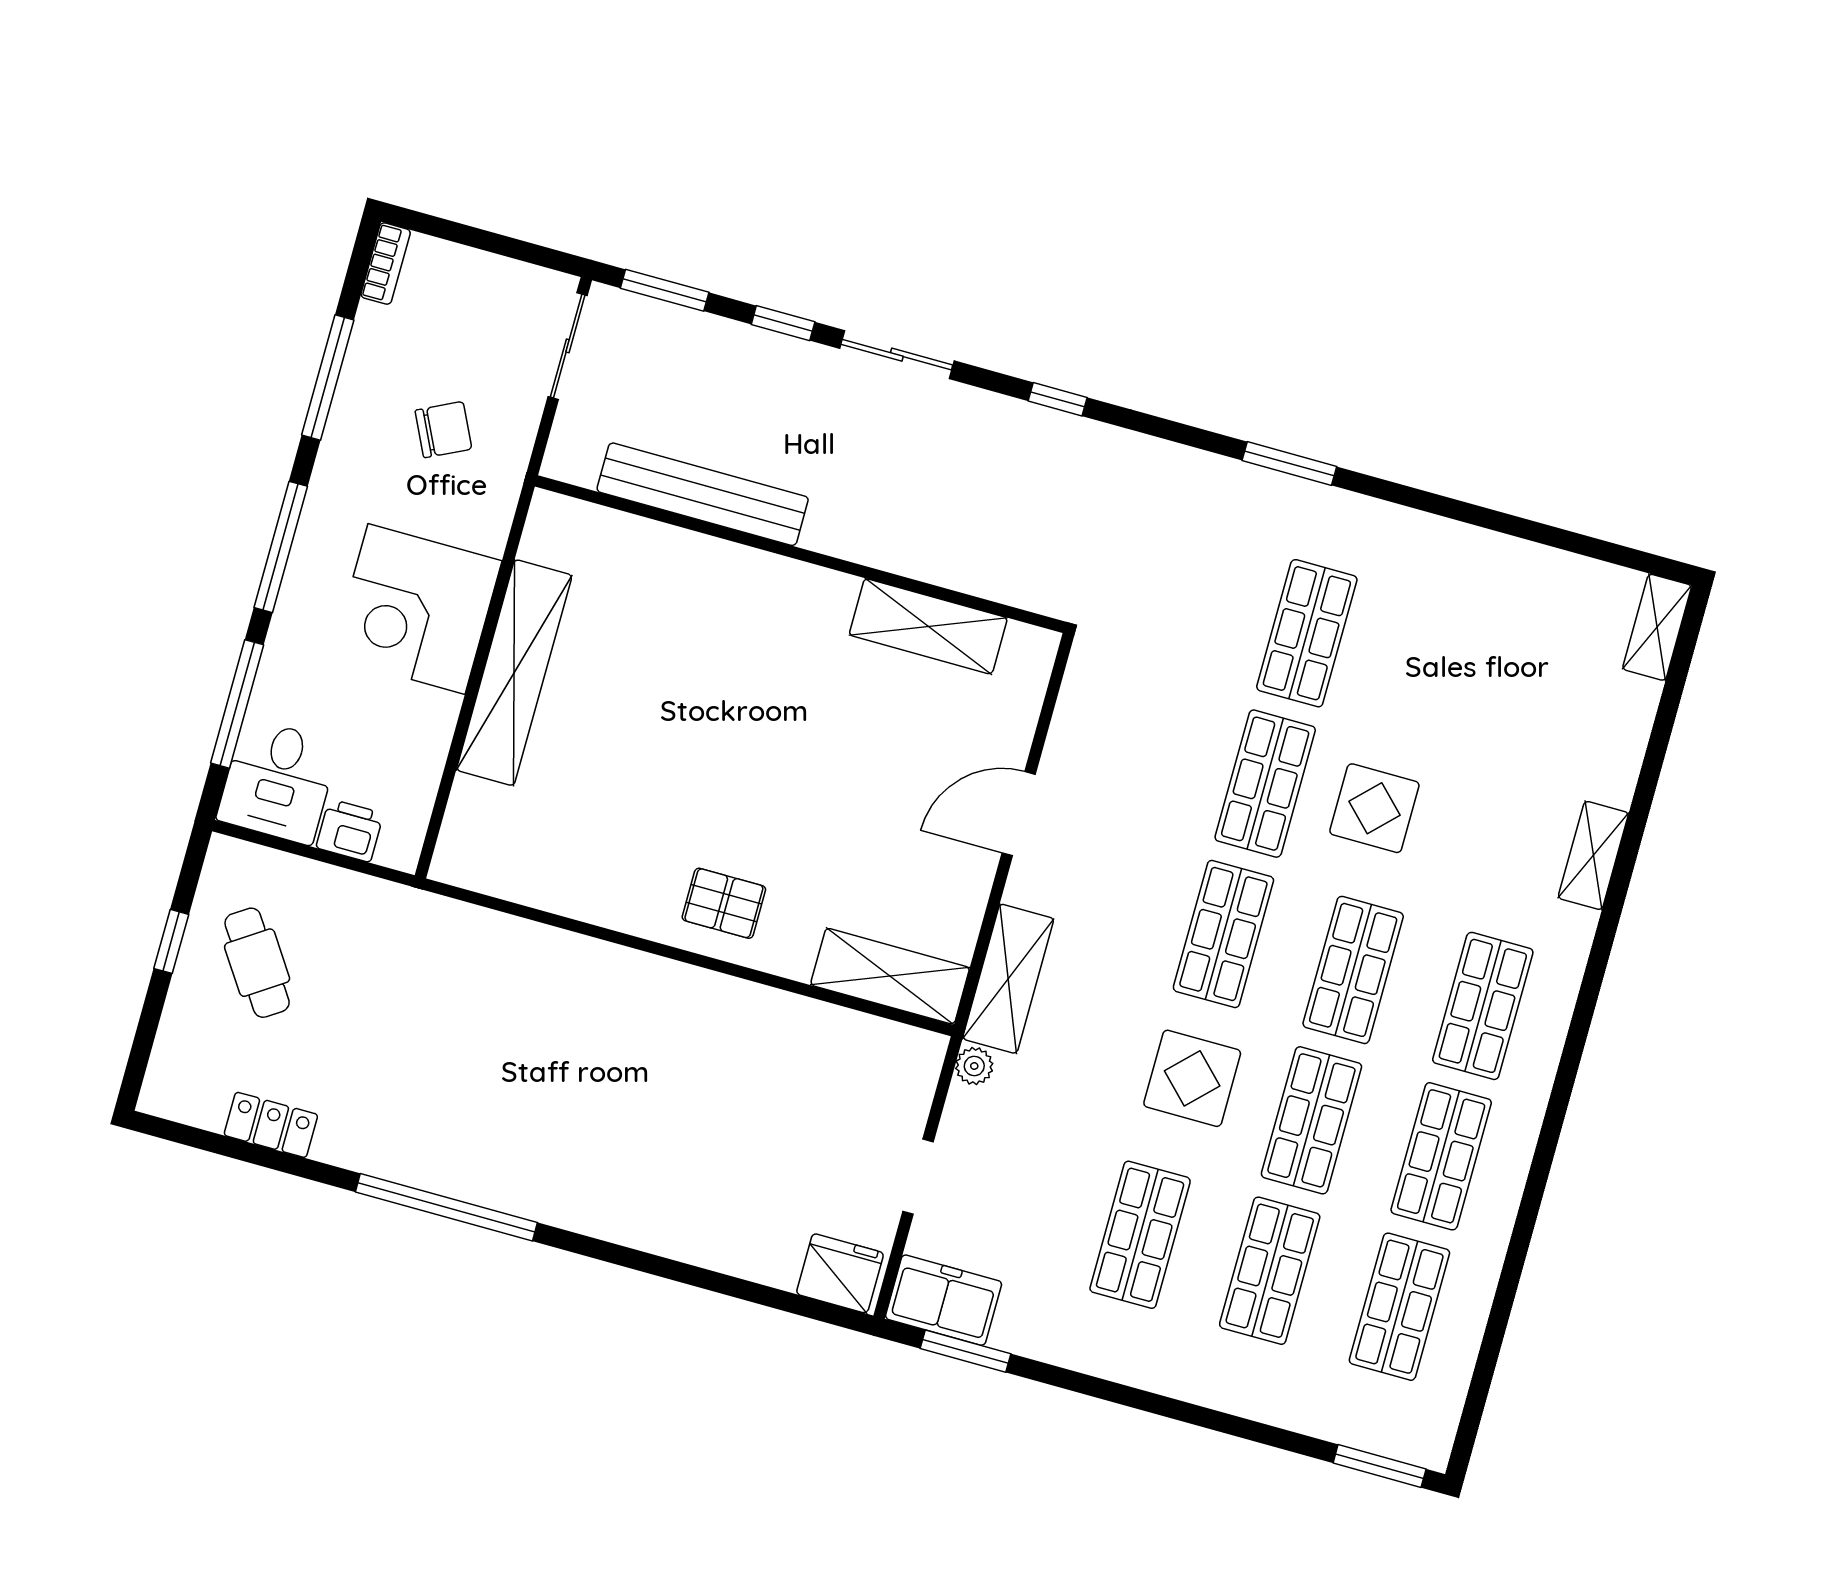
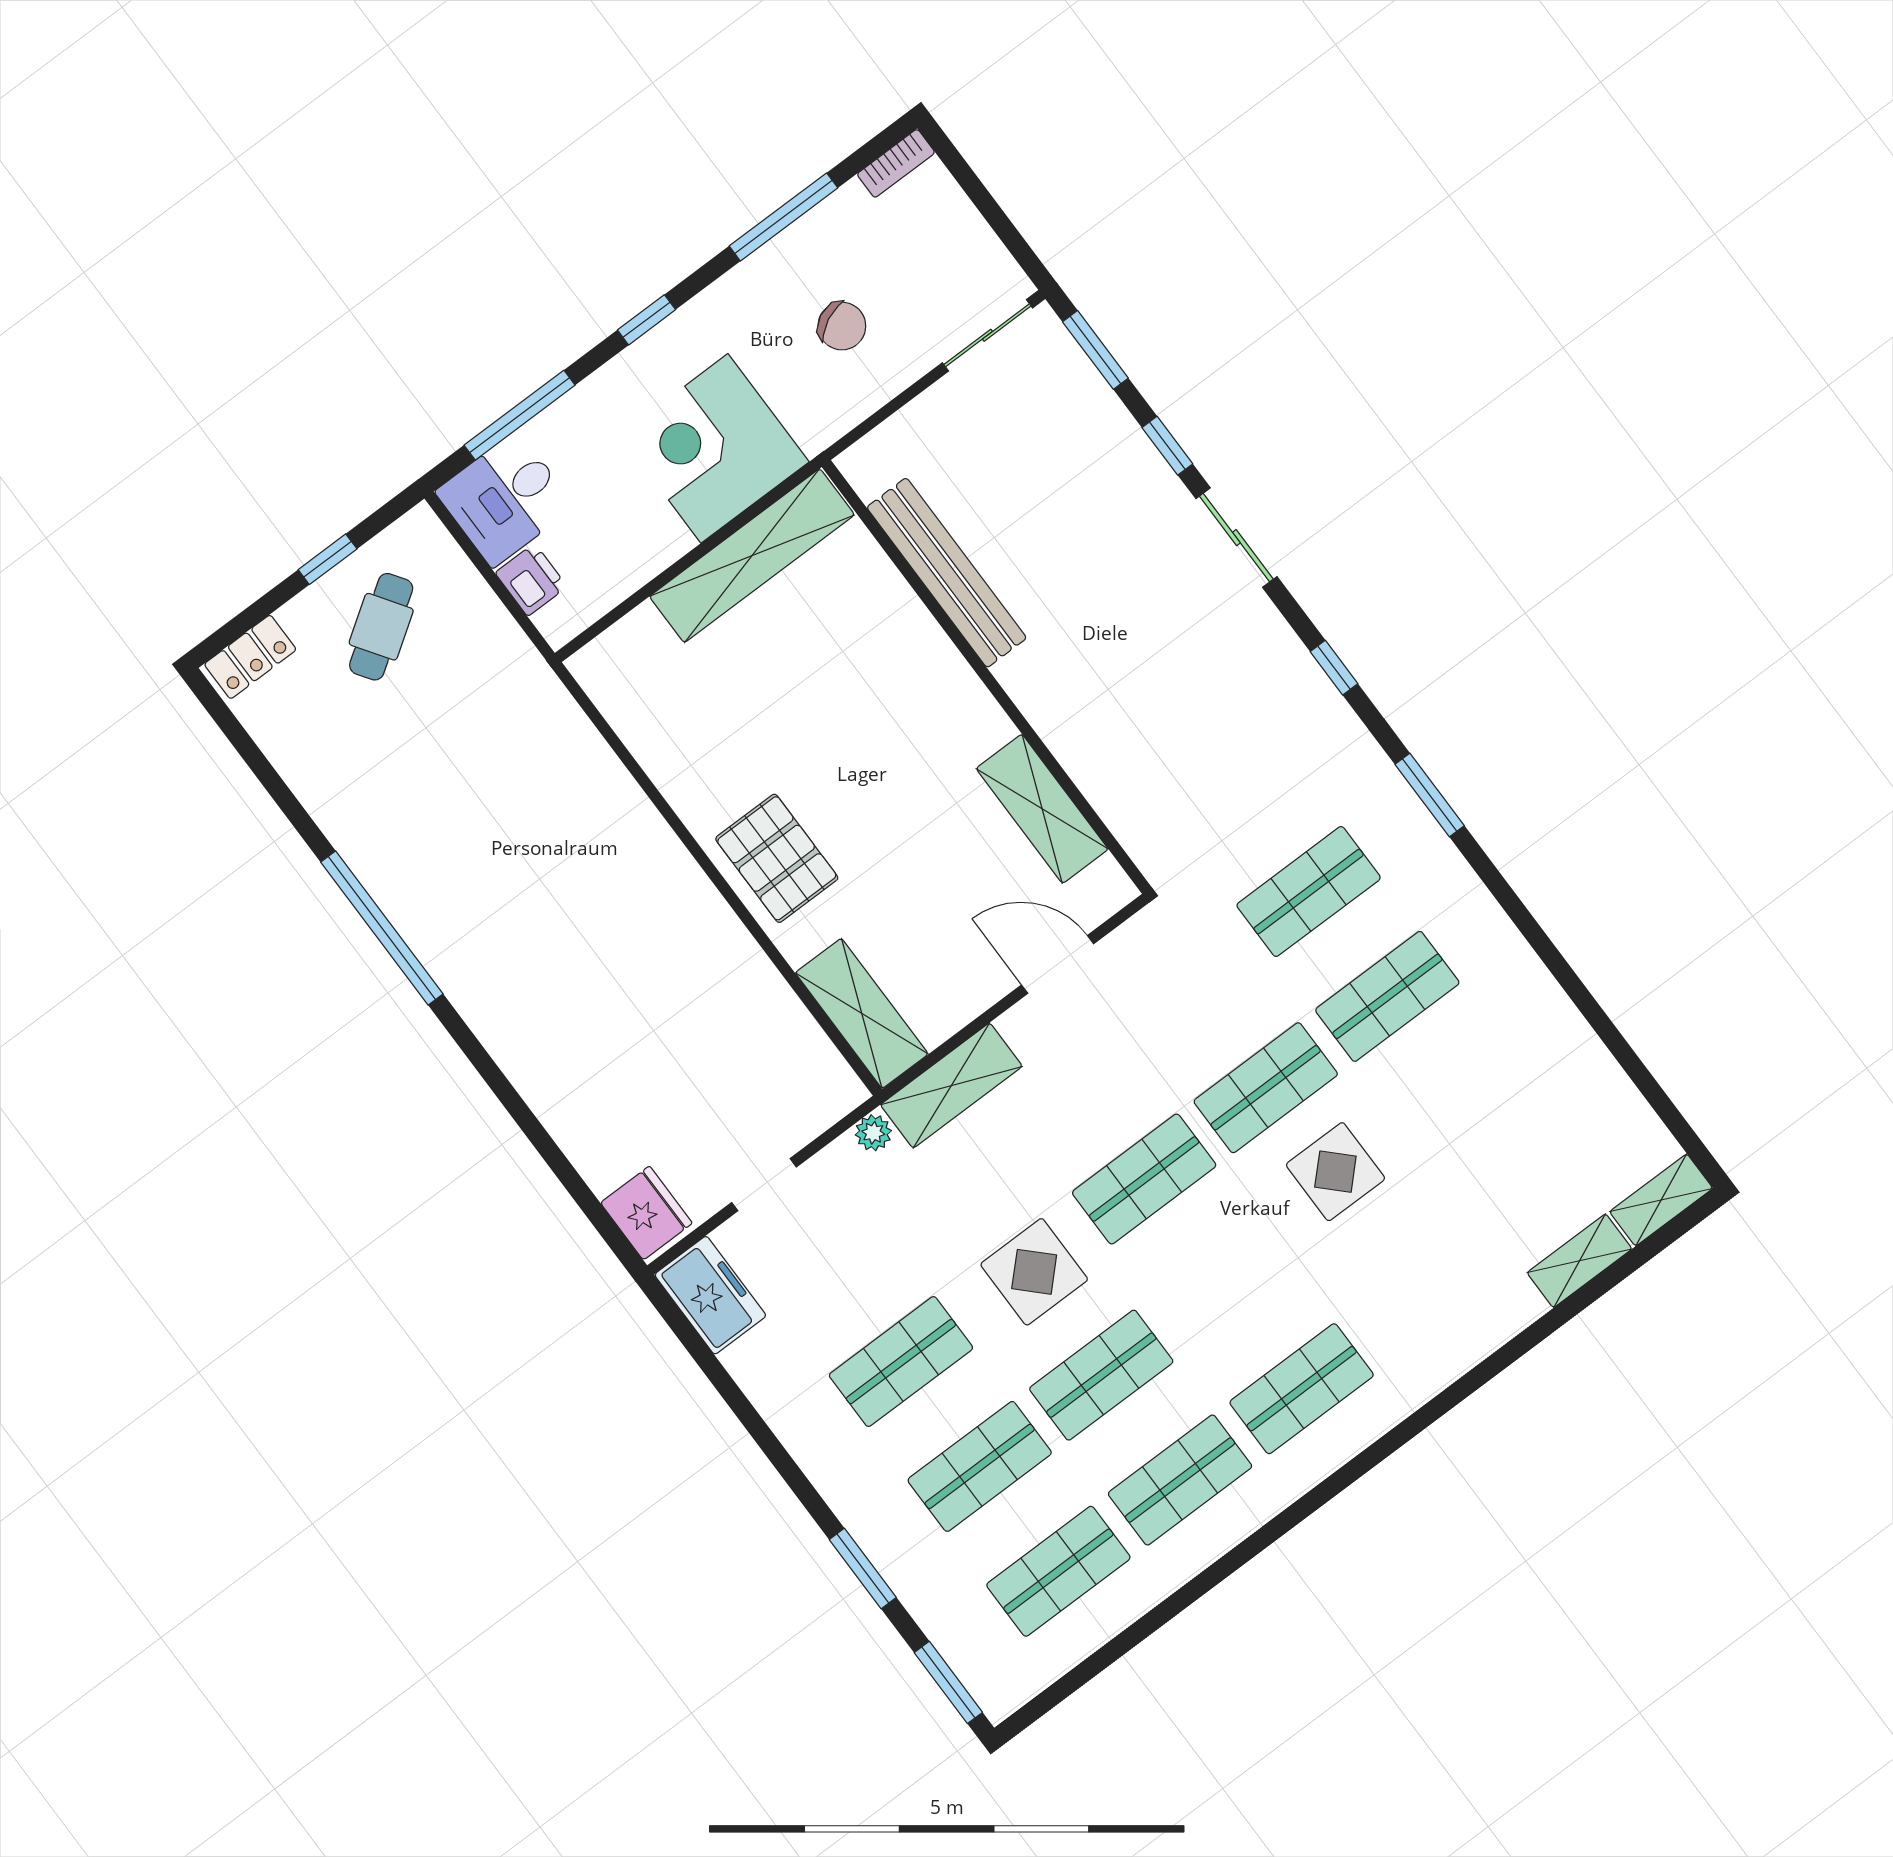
window: (1289, 463) -> (1430, 795), moved
bench: (703, 494) -> (947, 573), moved
window: (281, 547) -> (646, 320), width x0.46
wall: (800, 554) -> (986, 677), moved
shelving: (928, 626) -> (1042, 809), moved
shelving: (1593, 855) -> (1579, 1261), moved
pallet: (724, 903) -> (777, 858), width x1.50, depth x1.42
shop shelf: (1353, 970) -> (1309, 892), moved
locker: (271, 1125) -> (250, 657), moved, turned 90
window: (965, 1351) -> (863, 1569), moved

